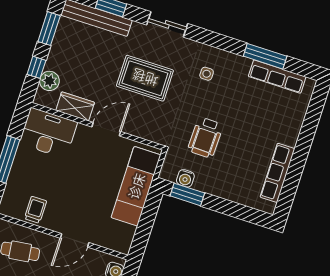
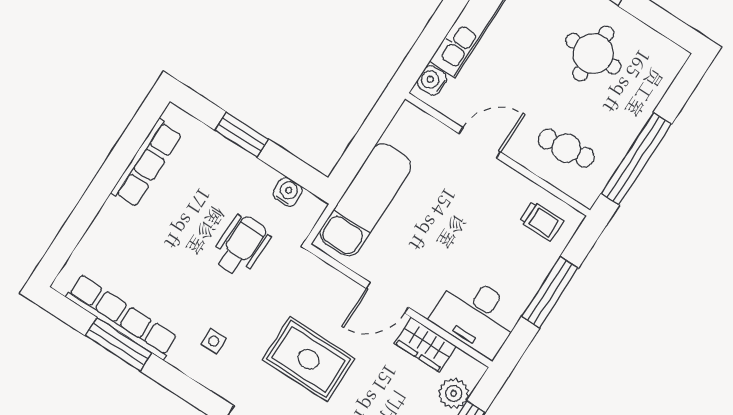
row of seats: (277, 77) -> (122, 317), width x1.36
window: (187, 194) -> (242, 135), moved
trolley: (35, 210) -> (542, 221), moved, turned -90

